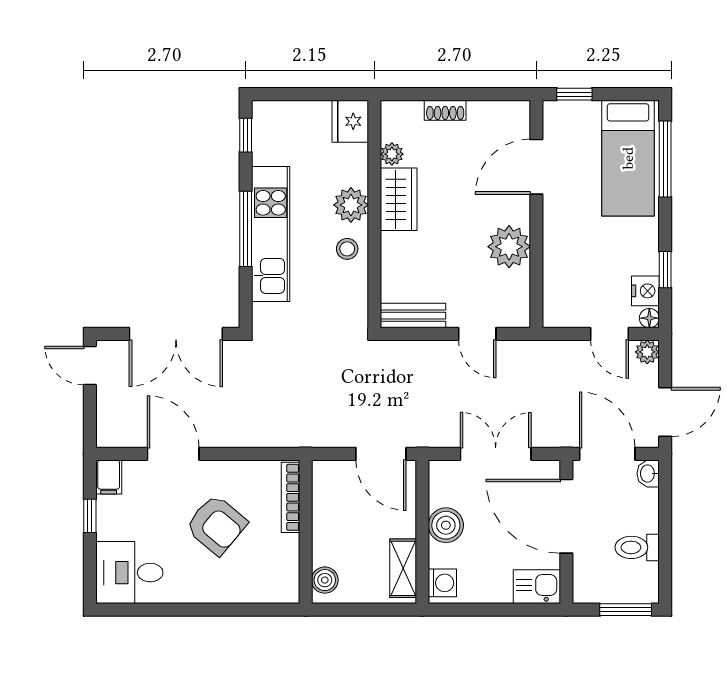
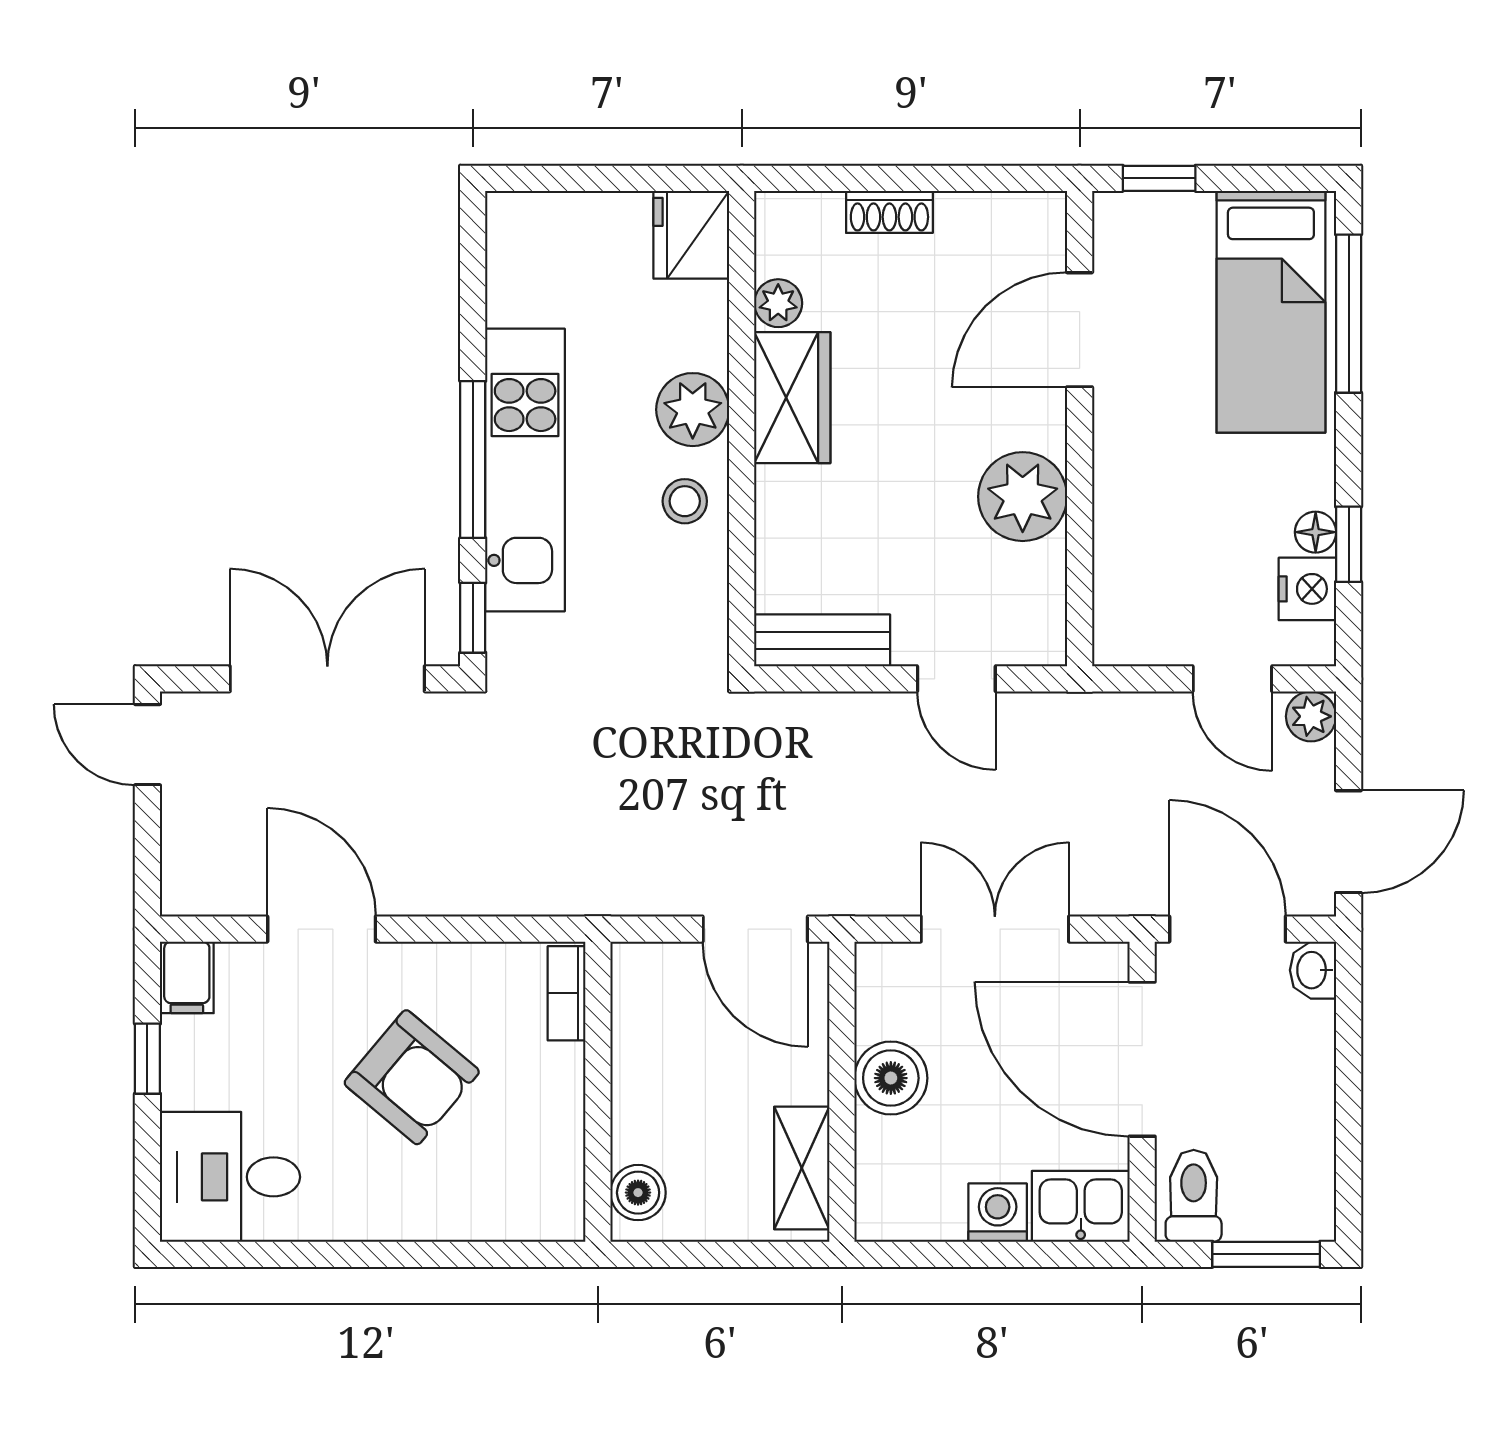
window: (246, 135) -> (473, 618), moved
floor lamp: (649, 318) -> (1316, 532), moved
double door: (176, 334) -> (327, 679), swing flipped
bookcase: (291, 497) -> (566, 993), width x0.64
toilet: (637, 547) -> (1194, 1196), moved, turned 90
washing machine: (442, 583) -> (998, 1213), moved, turned -90

